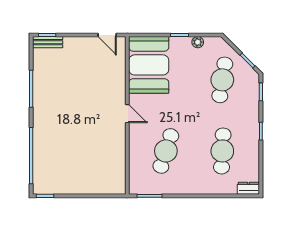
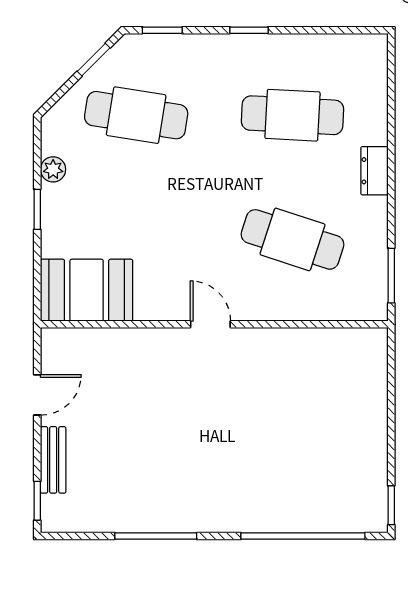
door: (107, 35) -> (37, 395), moved
bench: (48, 42) -> (53, 460), moved
booth: (149, 65) -> (87, 290), width x0.73, depth x0.70
door: (127, 114) -> (210, 324), hinge flipped
dresser: (248, 188) -> (375, 171), moved

